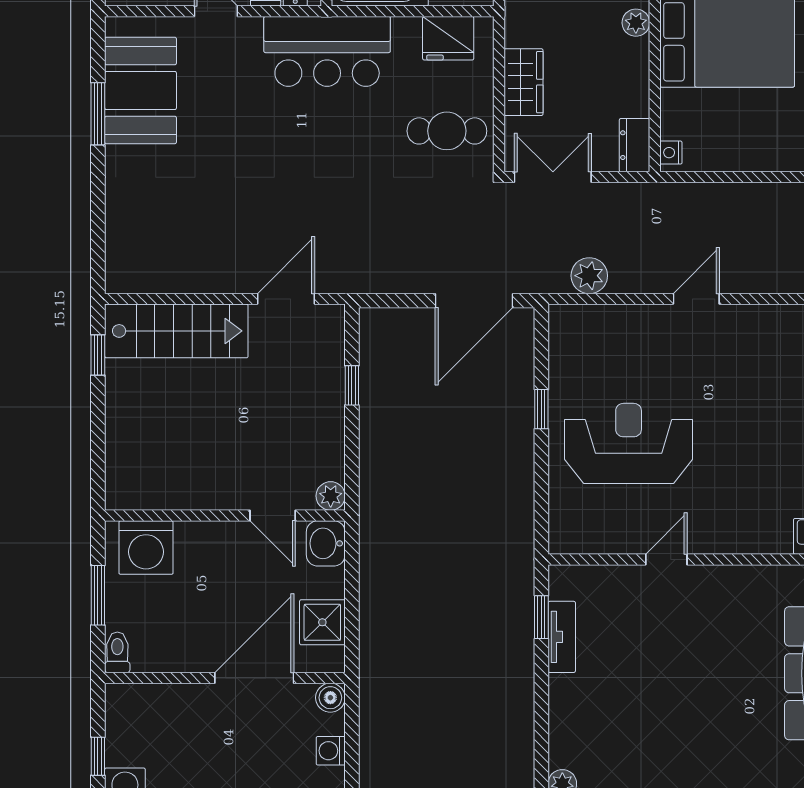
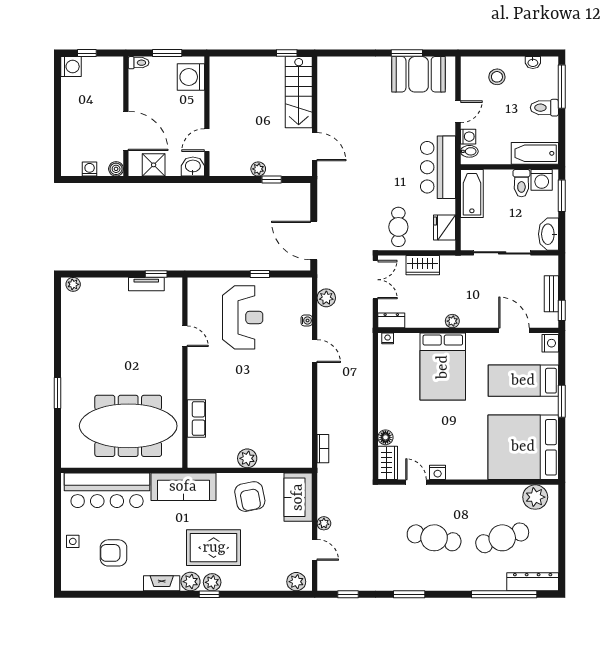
water cooler: (635, 315) -> (307, 320), added
plant: (331, 496) -> (258, 169), moved

